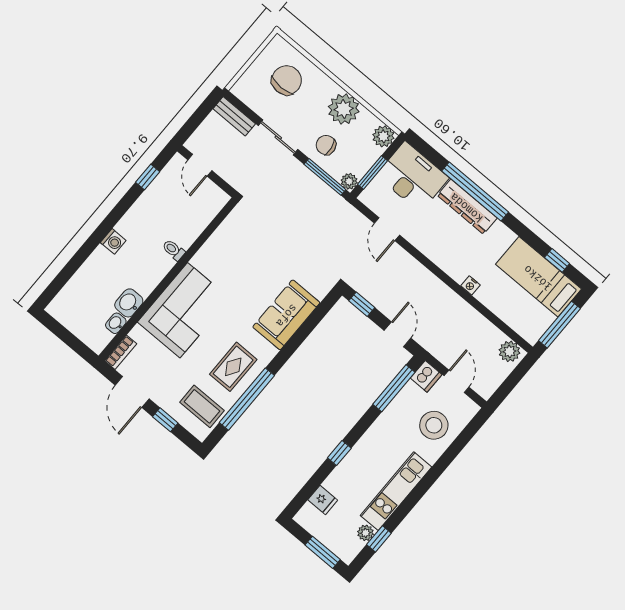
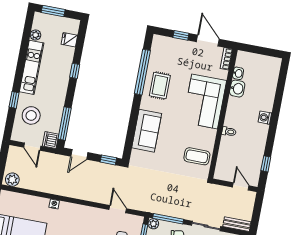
door: (398, 334) -> (79, 154), hinge flipped
coffee table: (202, 406) -> (197, 156), moved
window: (379, 539) -> (14, 100), moved

